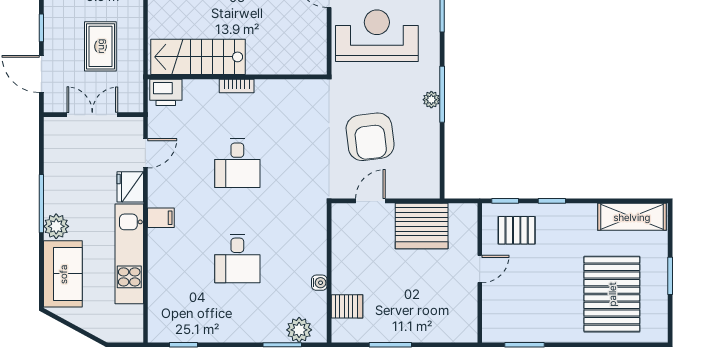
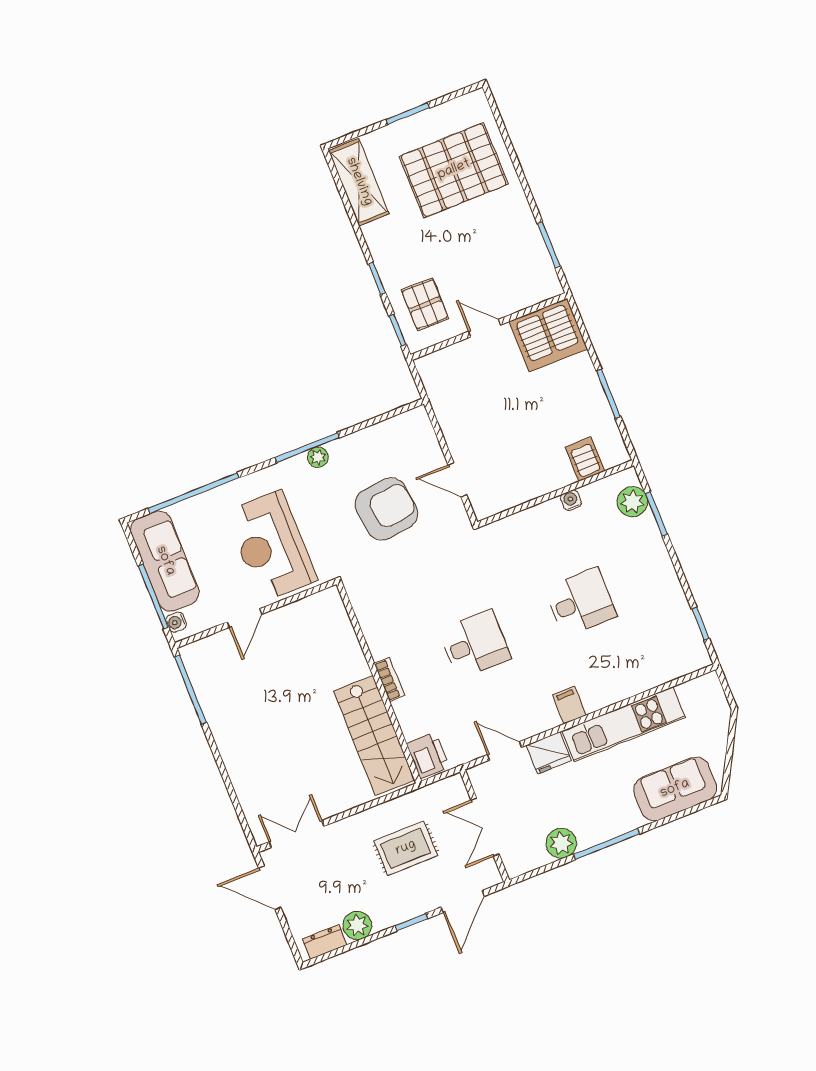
plant: (56, 226) -> (561, 843), moved
server rack: (422, 226) -> (548, 335), moved, turned 90

